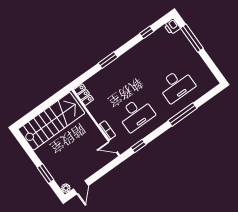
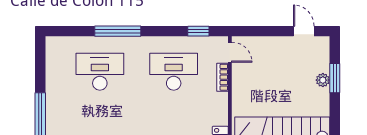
door: (81, 187) -> (304, 31), hinge flipped
plant: (66, 188) -> (323, 80), moved

